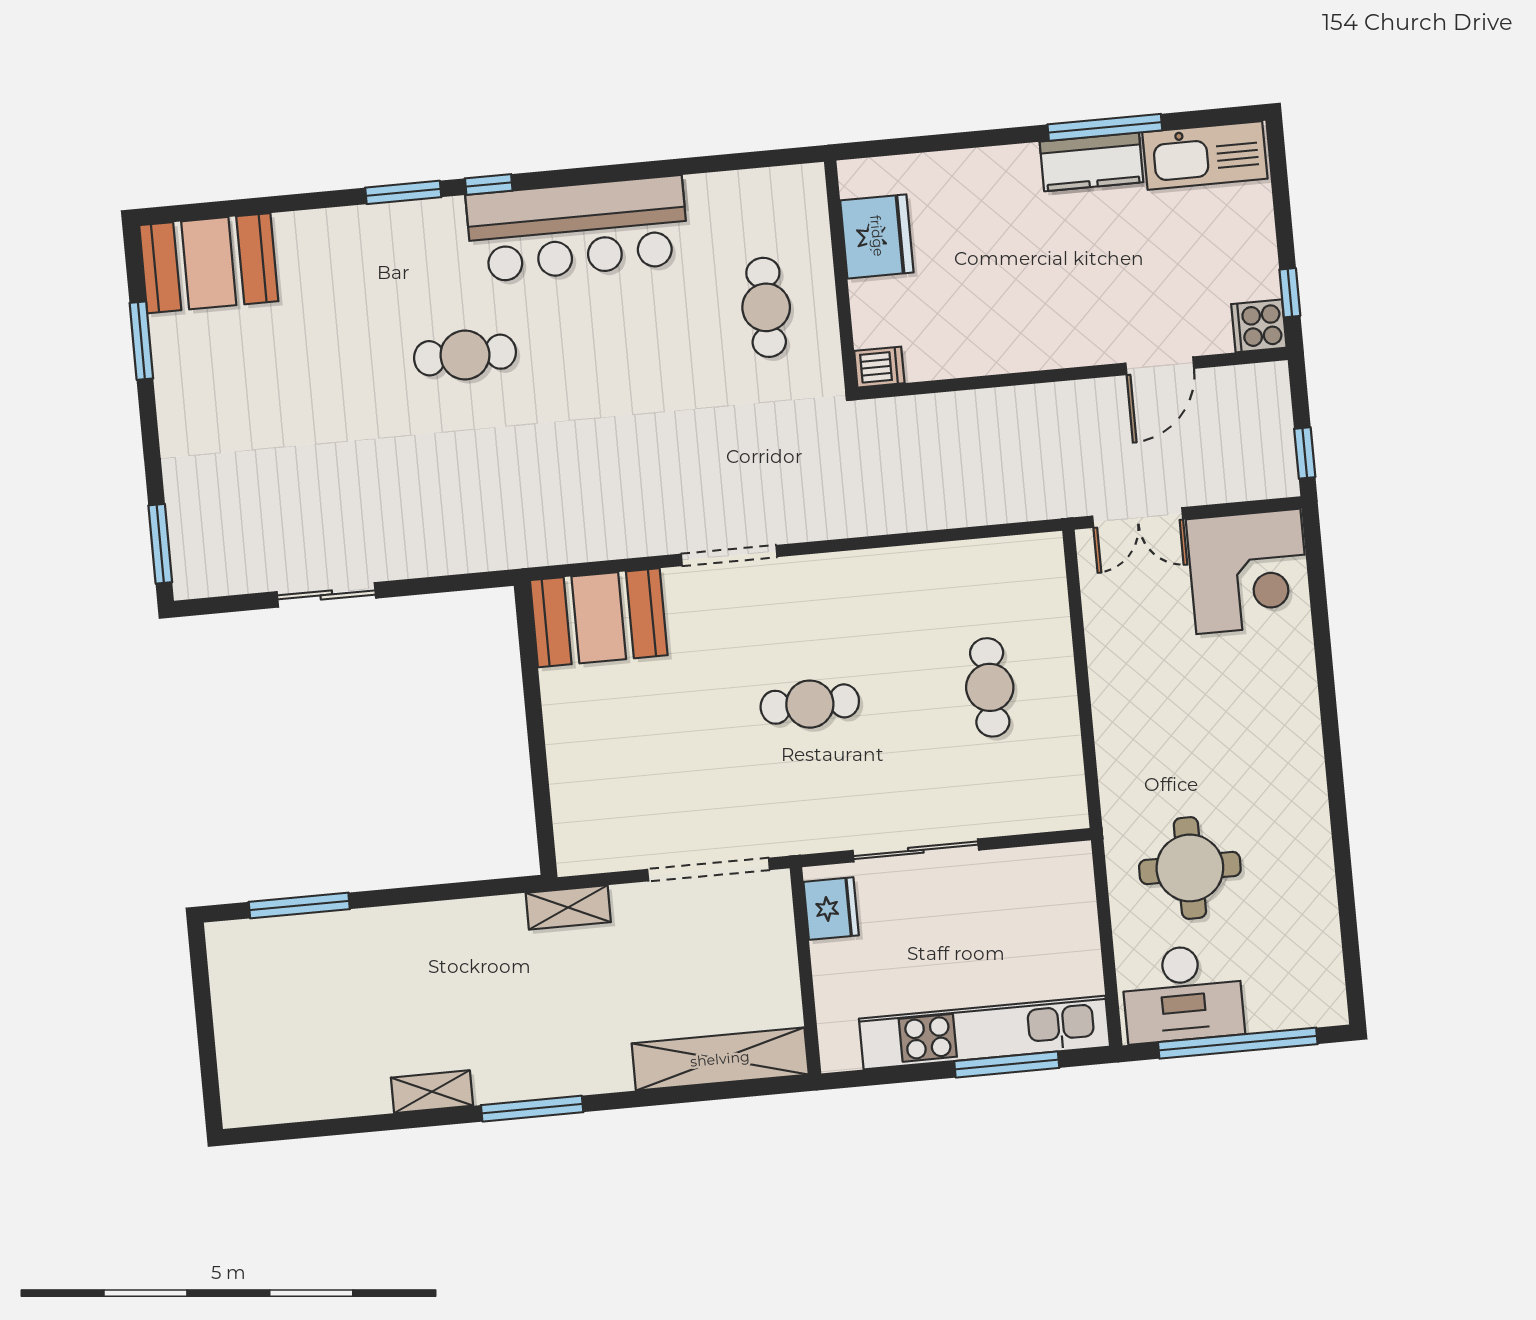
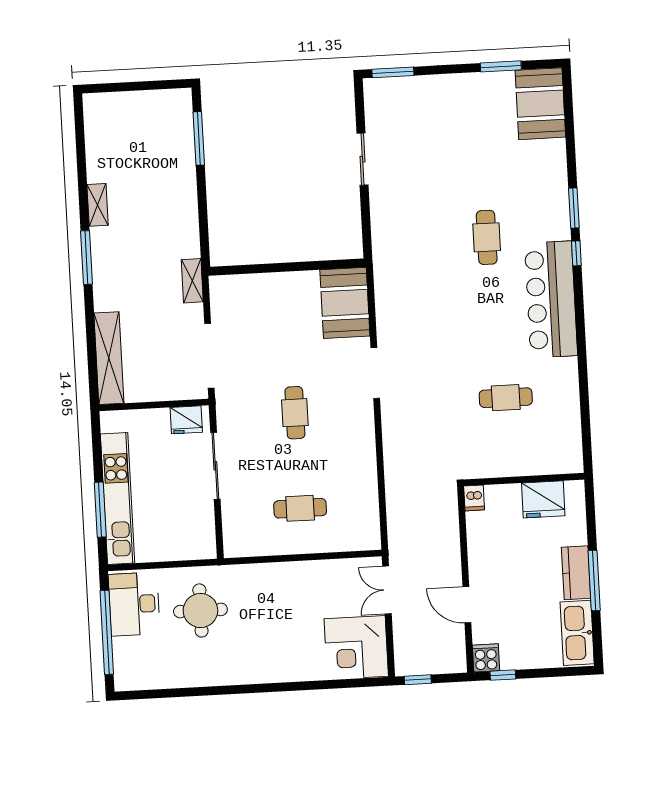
fridge: (877, 236) -> (543, 499), moved
wall: (841, 275) -> (524, 479), moved
dishwasher: (879, 367) -> (474, 498), moved

